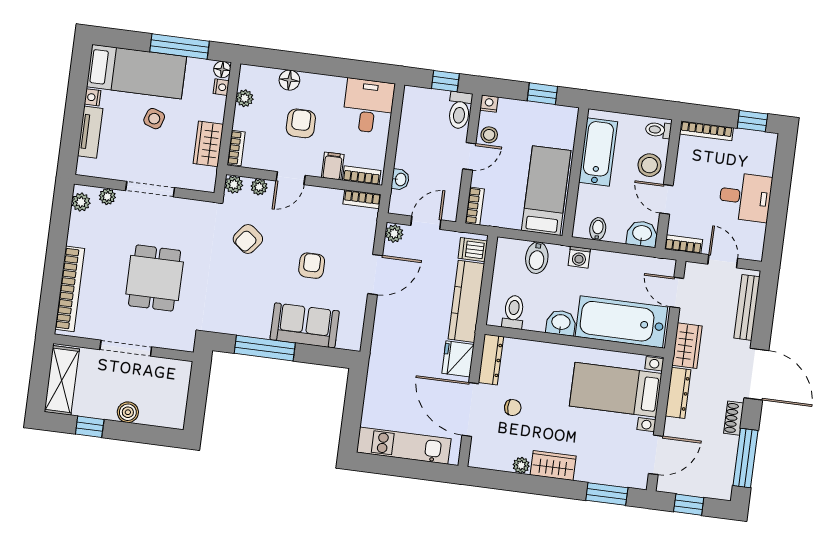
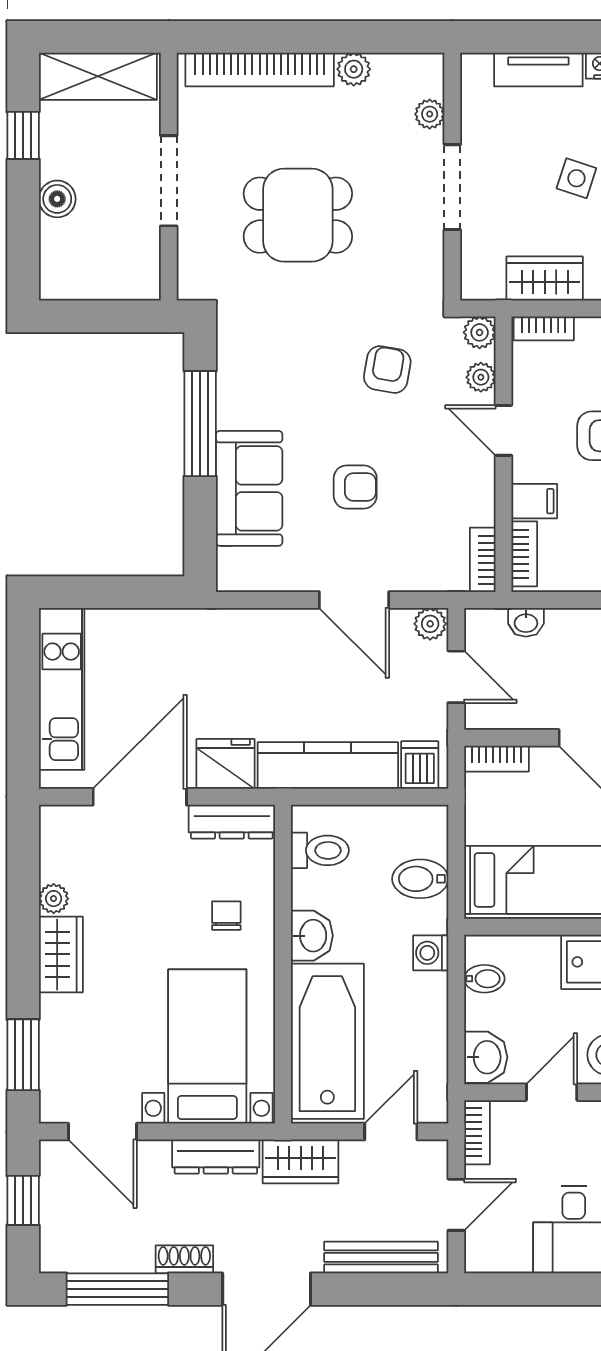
plant: (81, 202) -> (354, 69), moved
armchair: (248, 239) -> (387, 370), turned 62
chair: (513, 408) -> (226, 916), moved, turned 180

